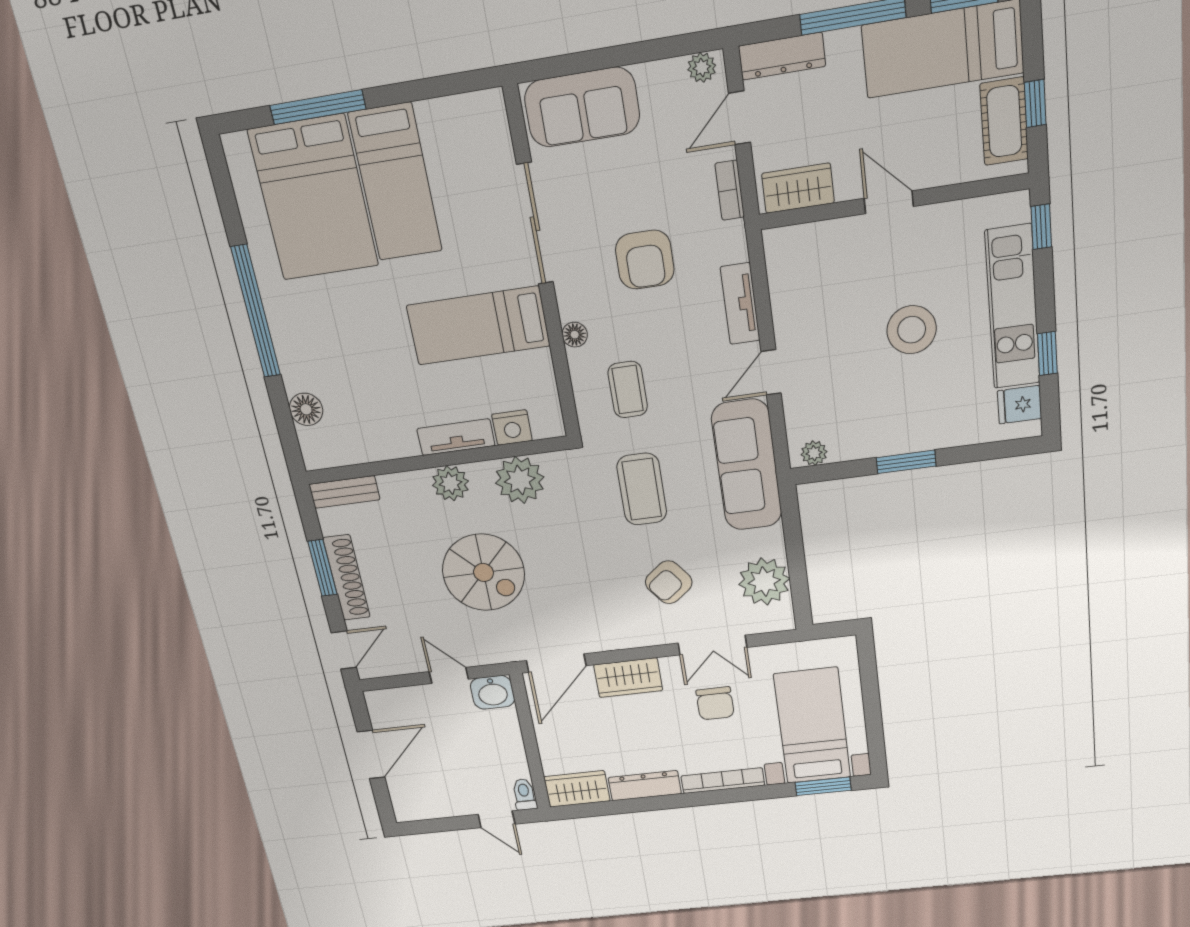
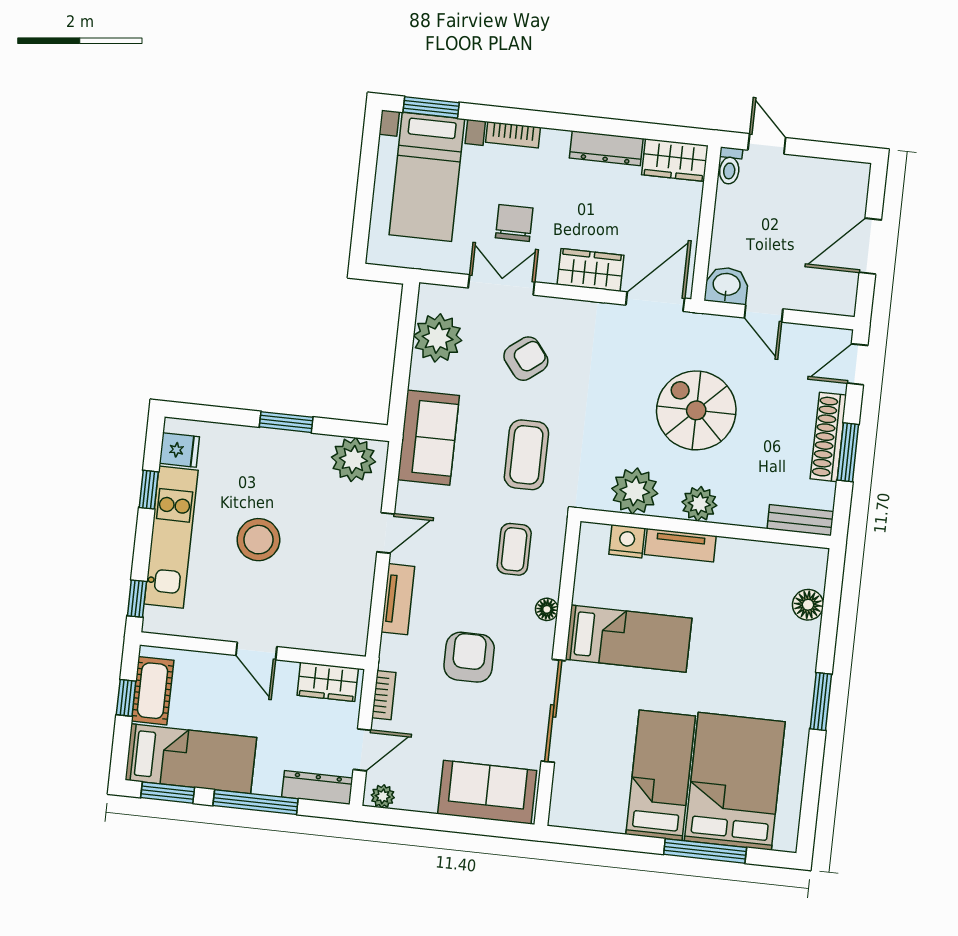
window: (256, 312) -> (821, 701), width x0.47
plant: (814, 453) -> (353, 460), width x1.88, depth x1.88
sofa: (747, 465) -> (429, 438), width x0.73
bookcase: (723, 781) -> (513, 135), width x0.64

